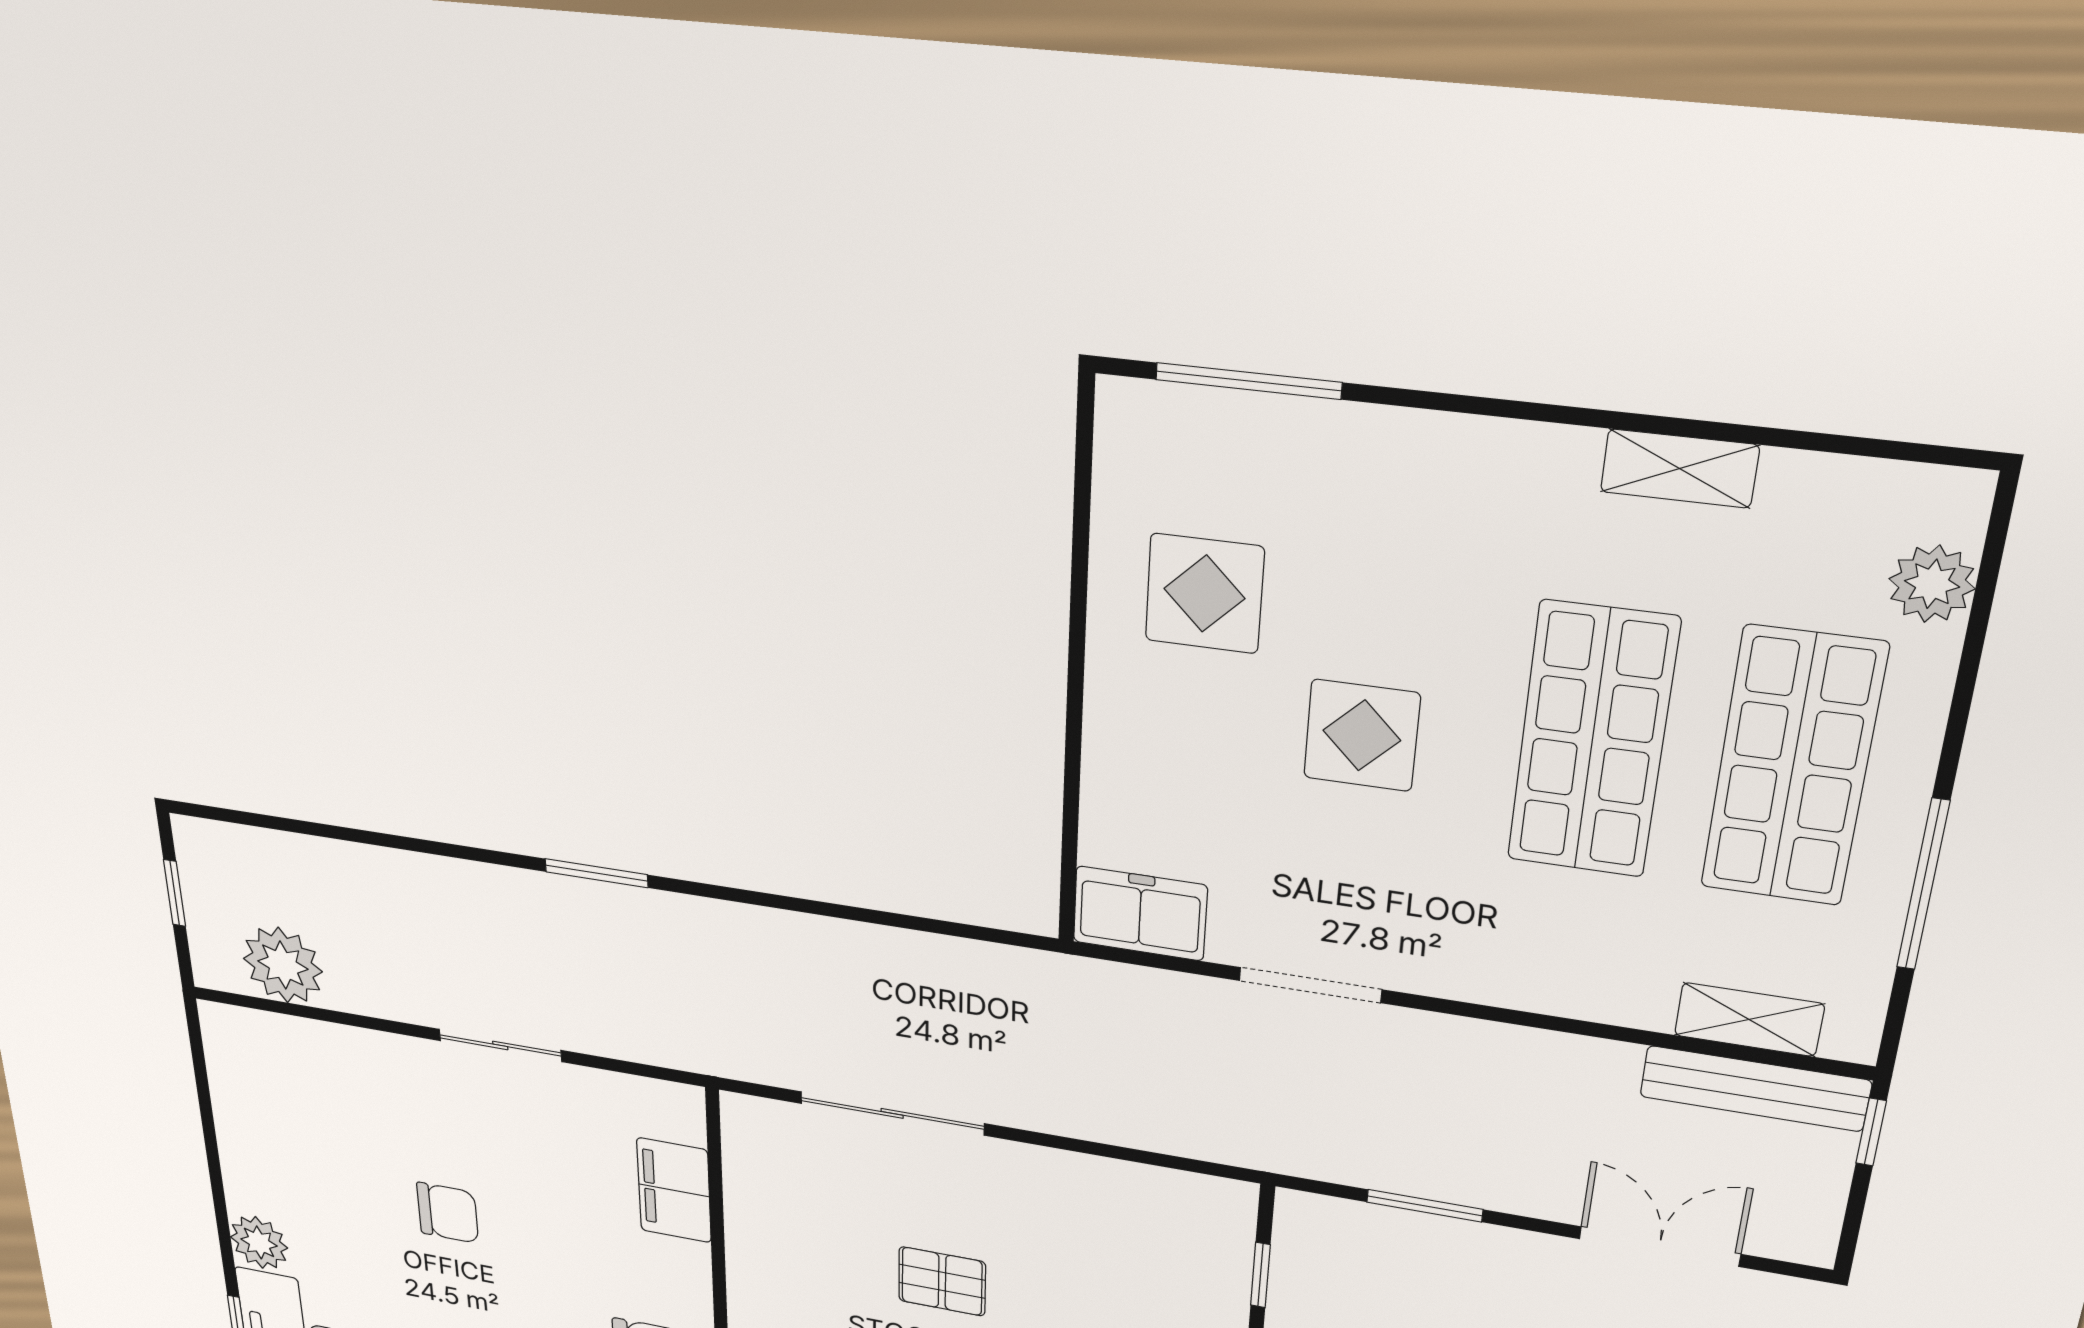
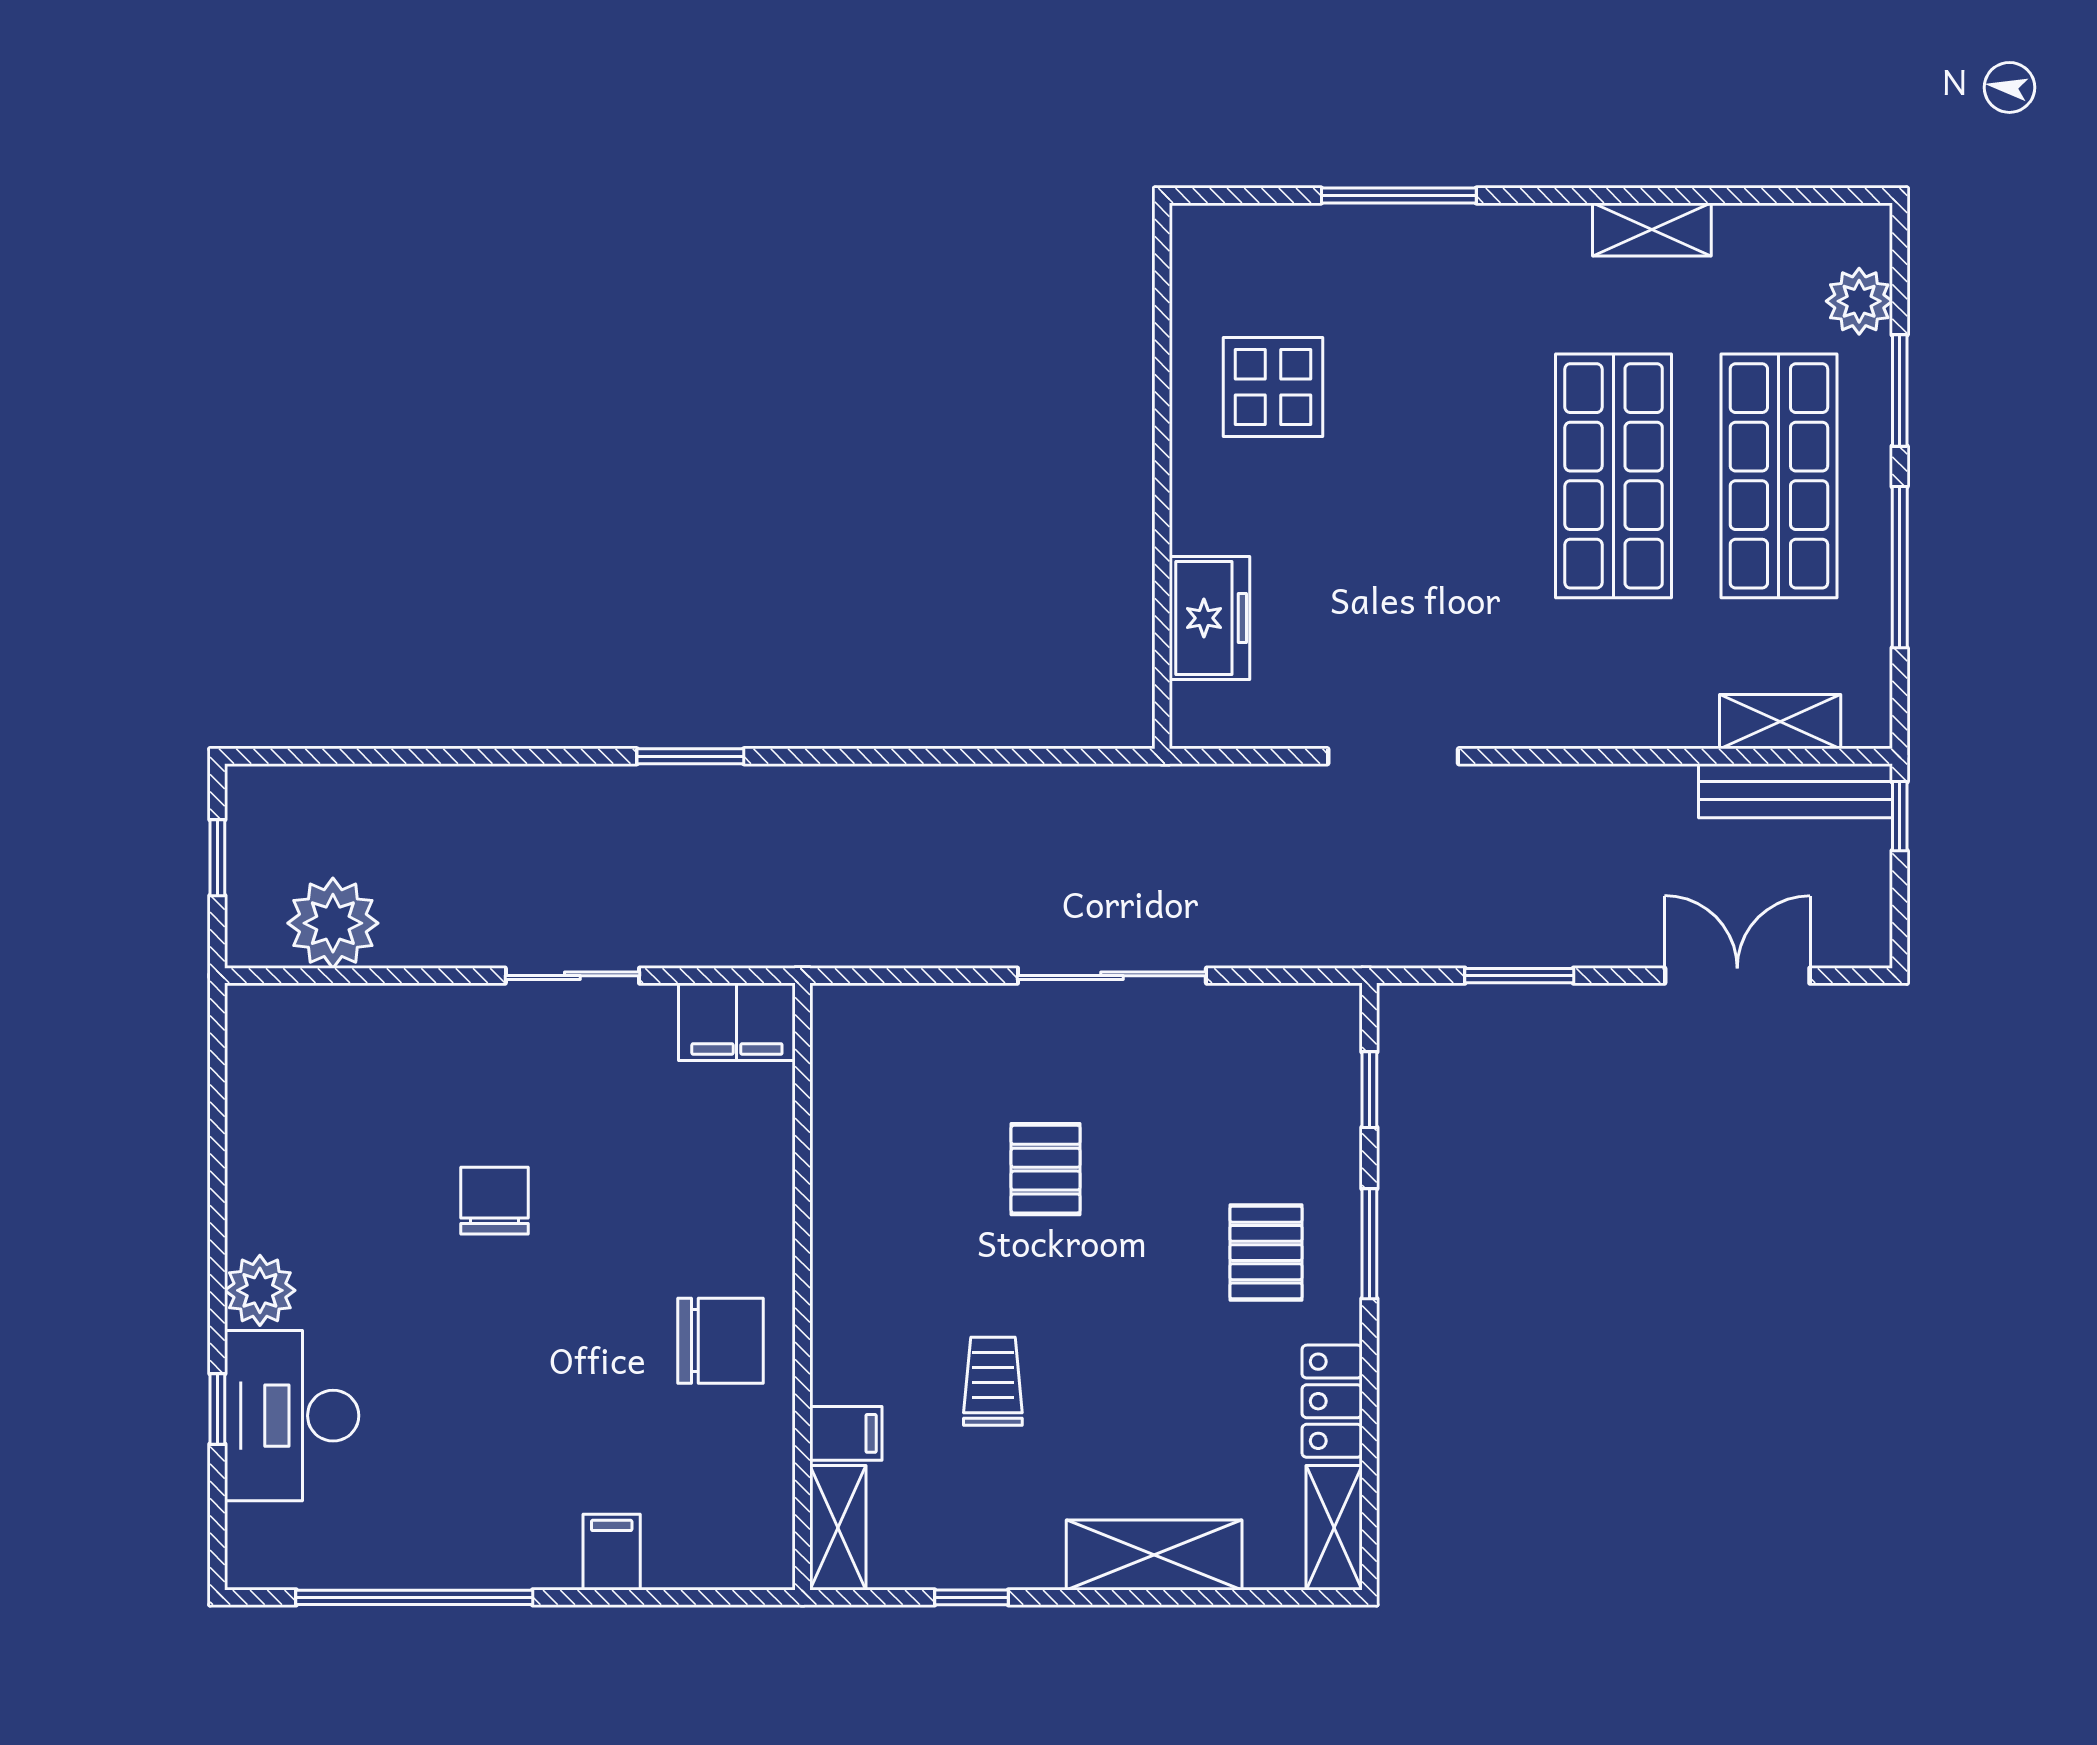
window: (1248, 381) -> (1399, 195), moved
window: (1963, 693) -> (1900, 391), added
display table: (1362, 735) -> (1419, 500), removed
freezer: (1140, 913) -> (1210, 618), moved, turned 90
sliding door: (892, 1113) -> (1112, 976), moved
filing cabinet: (674, 1190) -> (737, 1022), moved, turned -90
chair: (448, 1213) -> (495, 1201), turned -90
pallet: (942, 1281) -> (1046, 1169), turned 90

